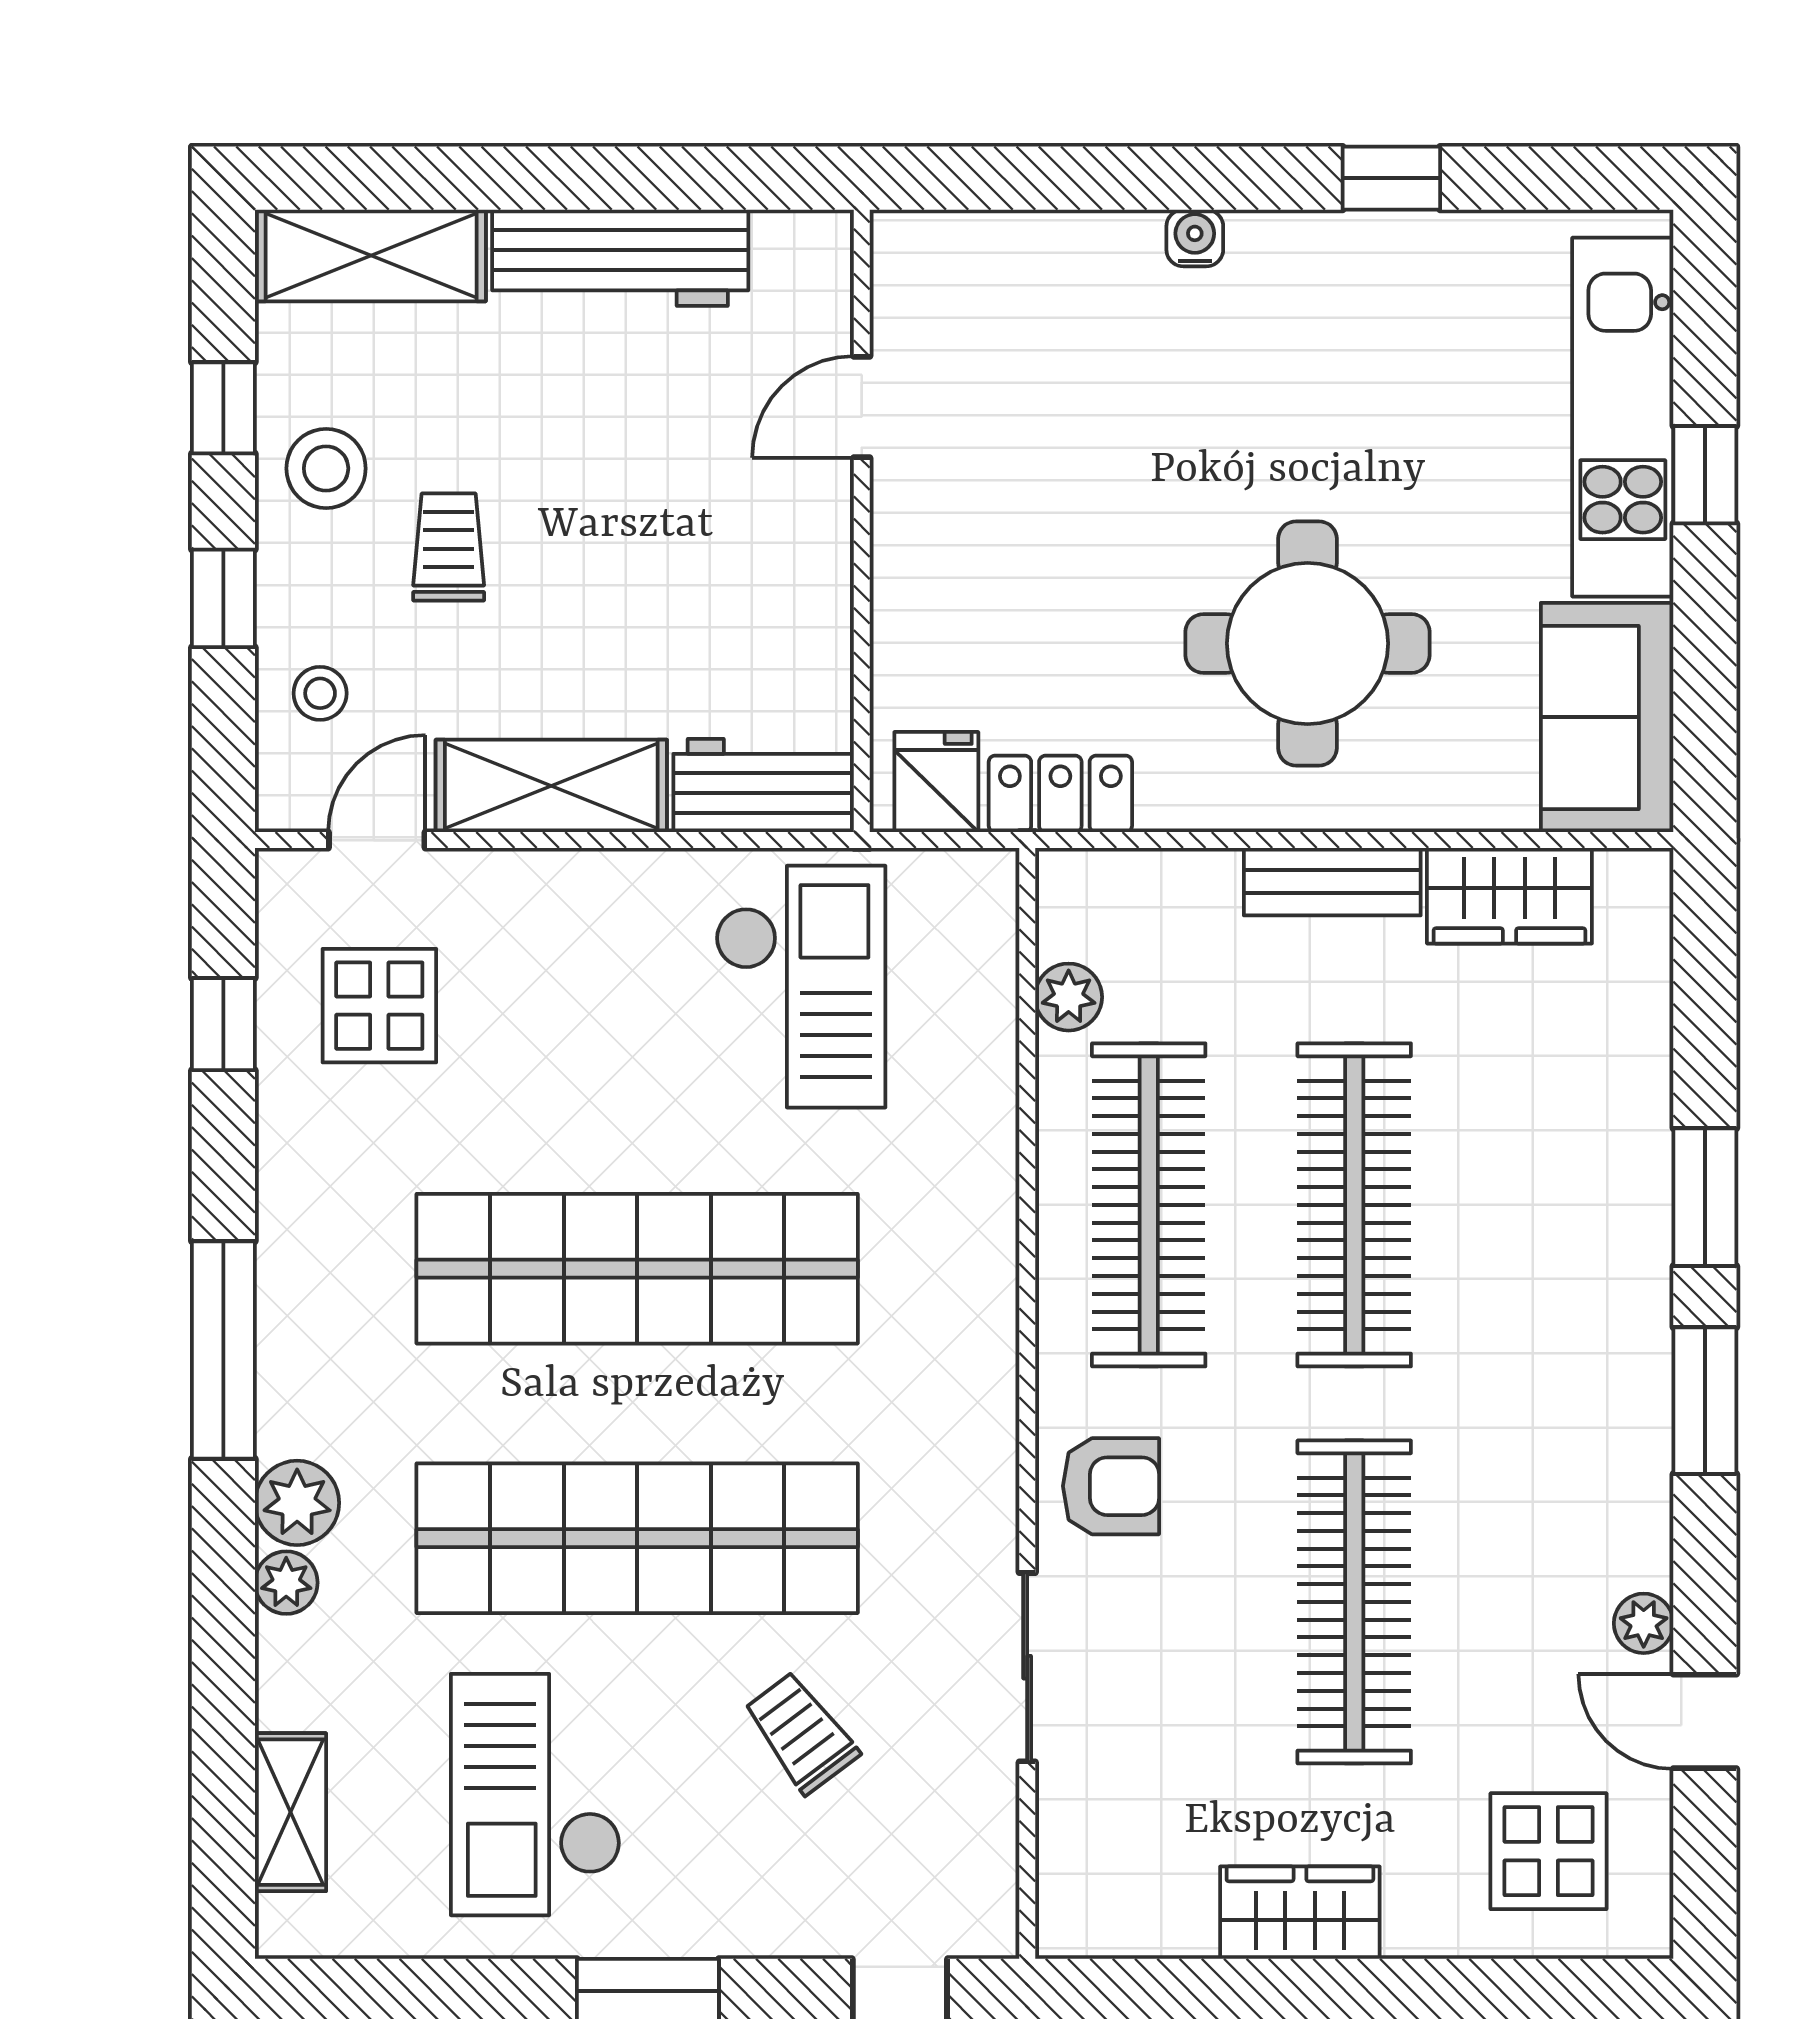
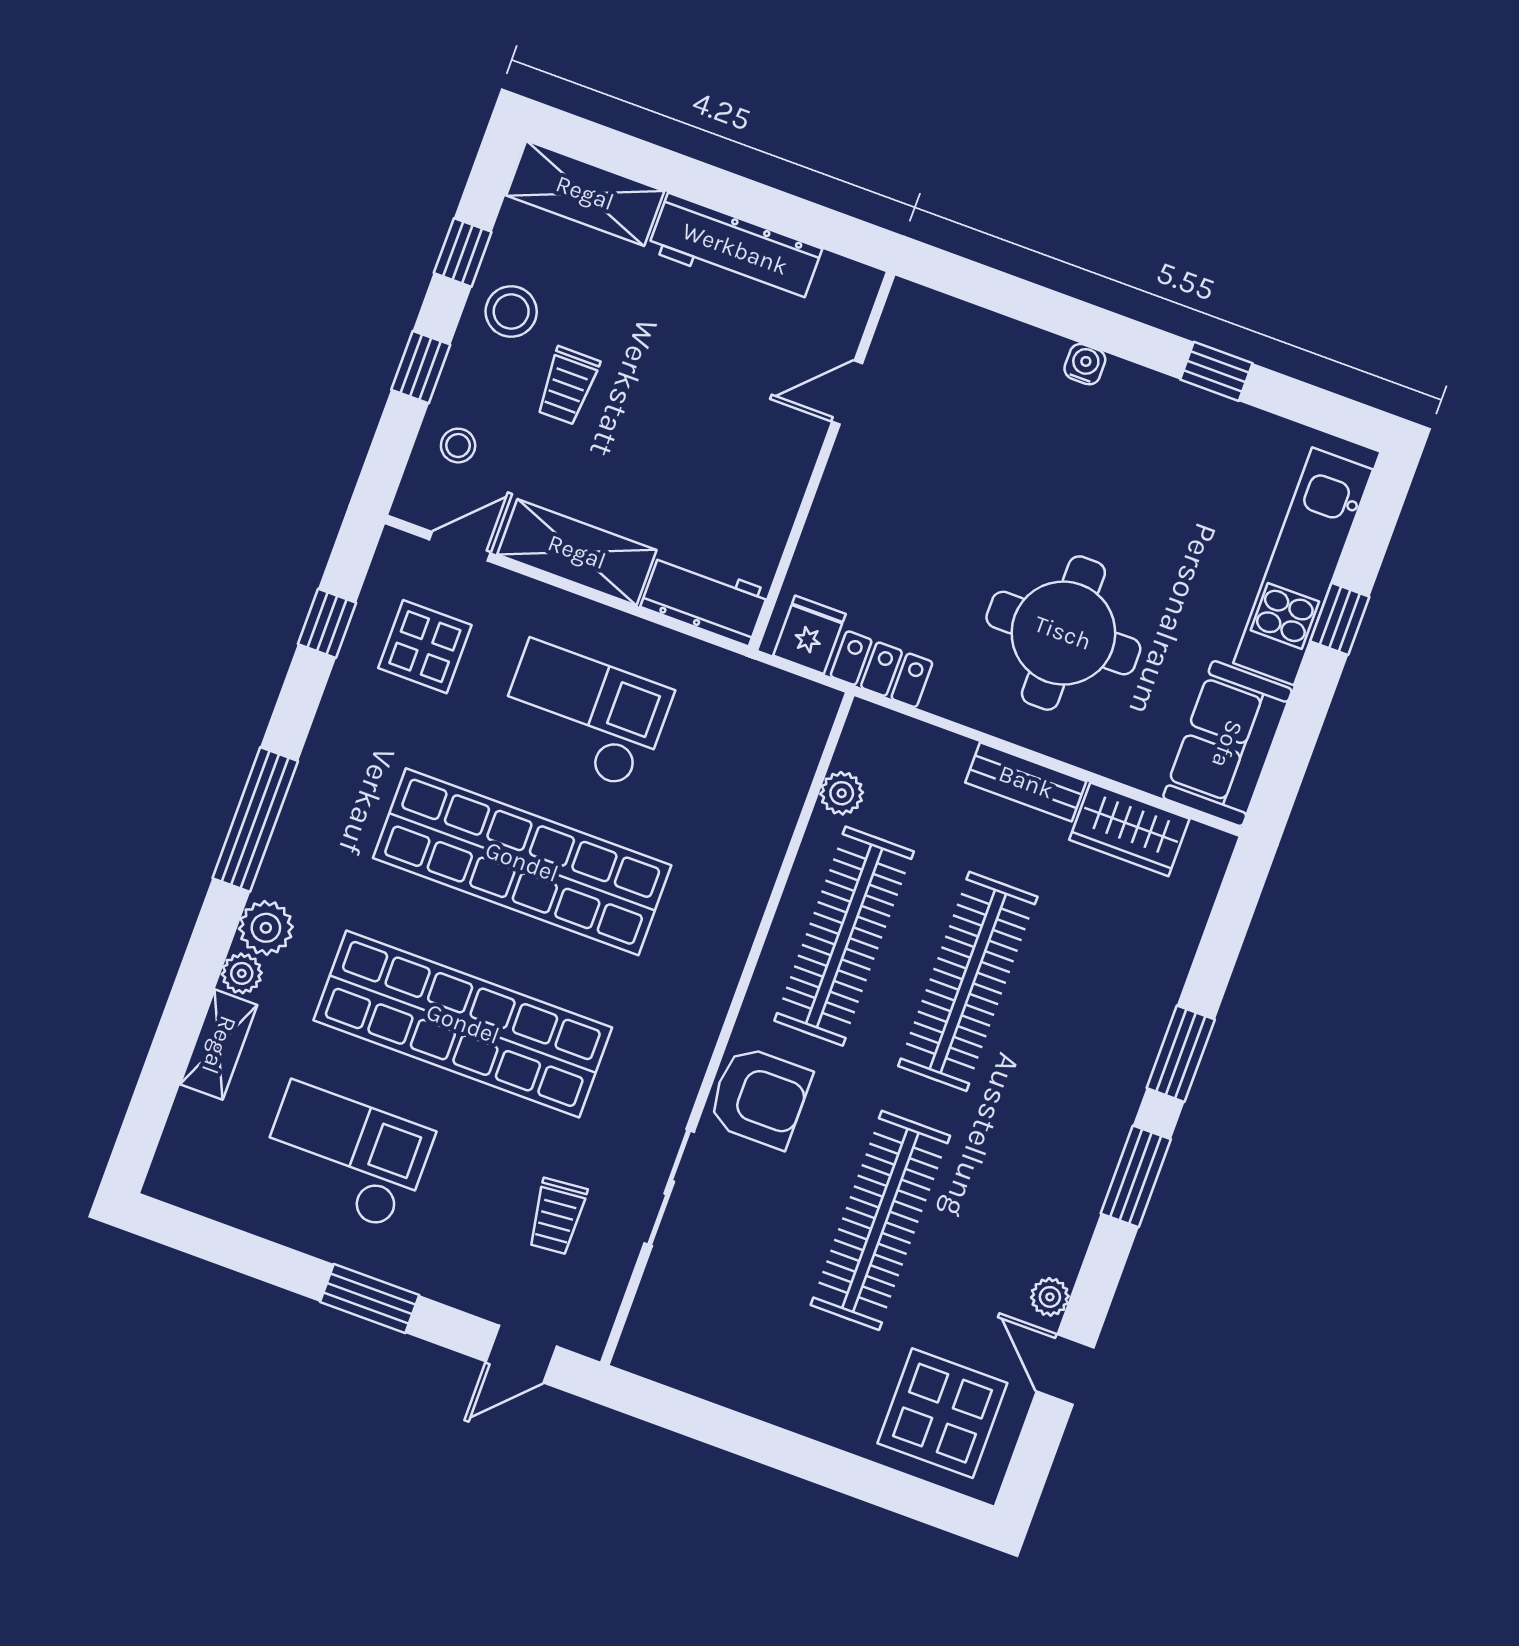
trolley: (449, 547) -> (568, 386), turned 180
checkout: (800, 987) -> (584, 715), moved, turned -90
armchair: (1111, 1486) -> (759, 1097), width x1.38, depth x1.38
trolley: (801, 1733) -> (557, 1216), moved, turned -148
checkout: (536, 1795) -> (345, 1156), turned 90
shelving: (290, 1812) -> (219, 1045), moved
display table: (1549, 1851) -> (942, 1413), width x1.36, depth x1.36
wardrobe: (1300, 1913) -> (779, 1395), removed

